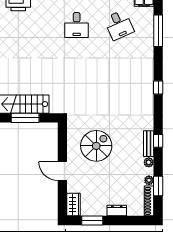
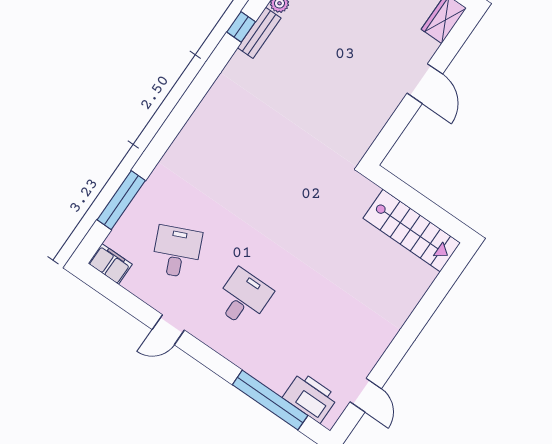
window: (158, 87) -> (183, 111), removed
window: (25, 118) -> (426, 208), removed
spiral stairs: (96, 146) -> (344, 86), removed

